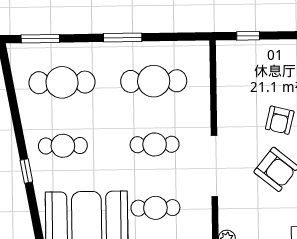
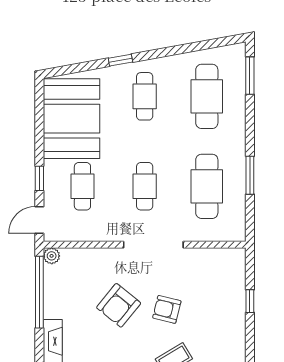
window: (248, 36) -> (250, 301), moved
window: (123, 38) -> (250, 175), moved
doorway: (214, 166) -> (153, 245), moved

